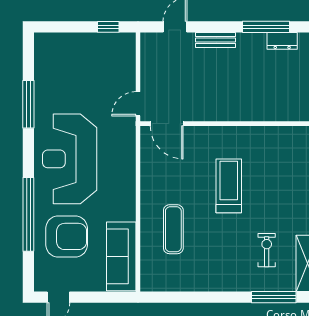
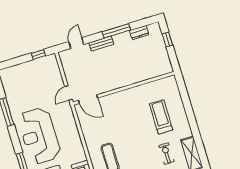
window: (266, 27) -> (116, 31), moved
treadmill: (229, 186) -> (161, 117), moved

